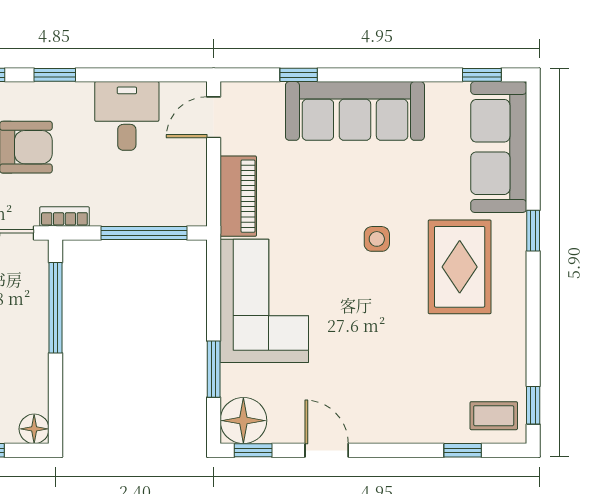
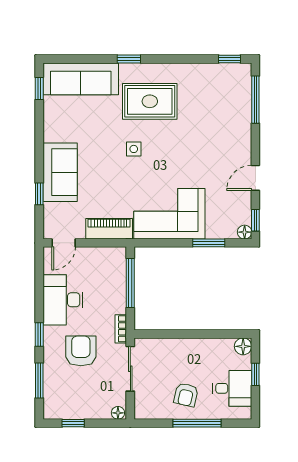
sofa: (355, 111) -> (60, 172), width x0.73
desk: (127, 116) -> (63, 300), width x1.37
door: (214, 117) -> (64, 243), hinge flipped
window: (56, 308) -> (173, 334), removed
coffee table: (494, 416) -> (235, 82), removed
floor lamp: (243, 421) -> (245, 232), width x0.53, depth x0.53
window: (463, 450) -> (255, 100), width x2.17

